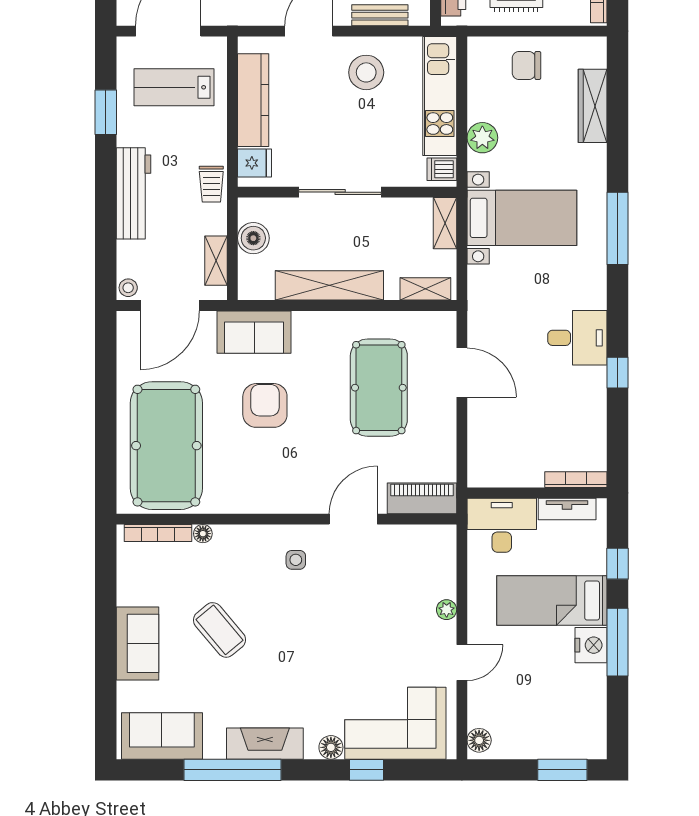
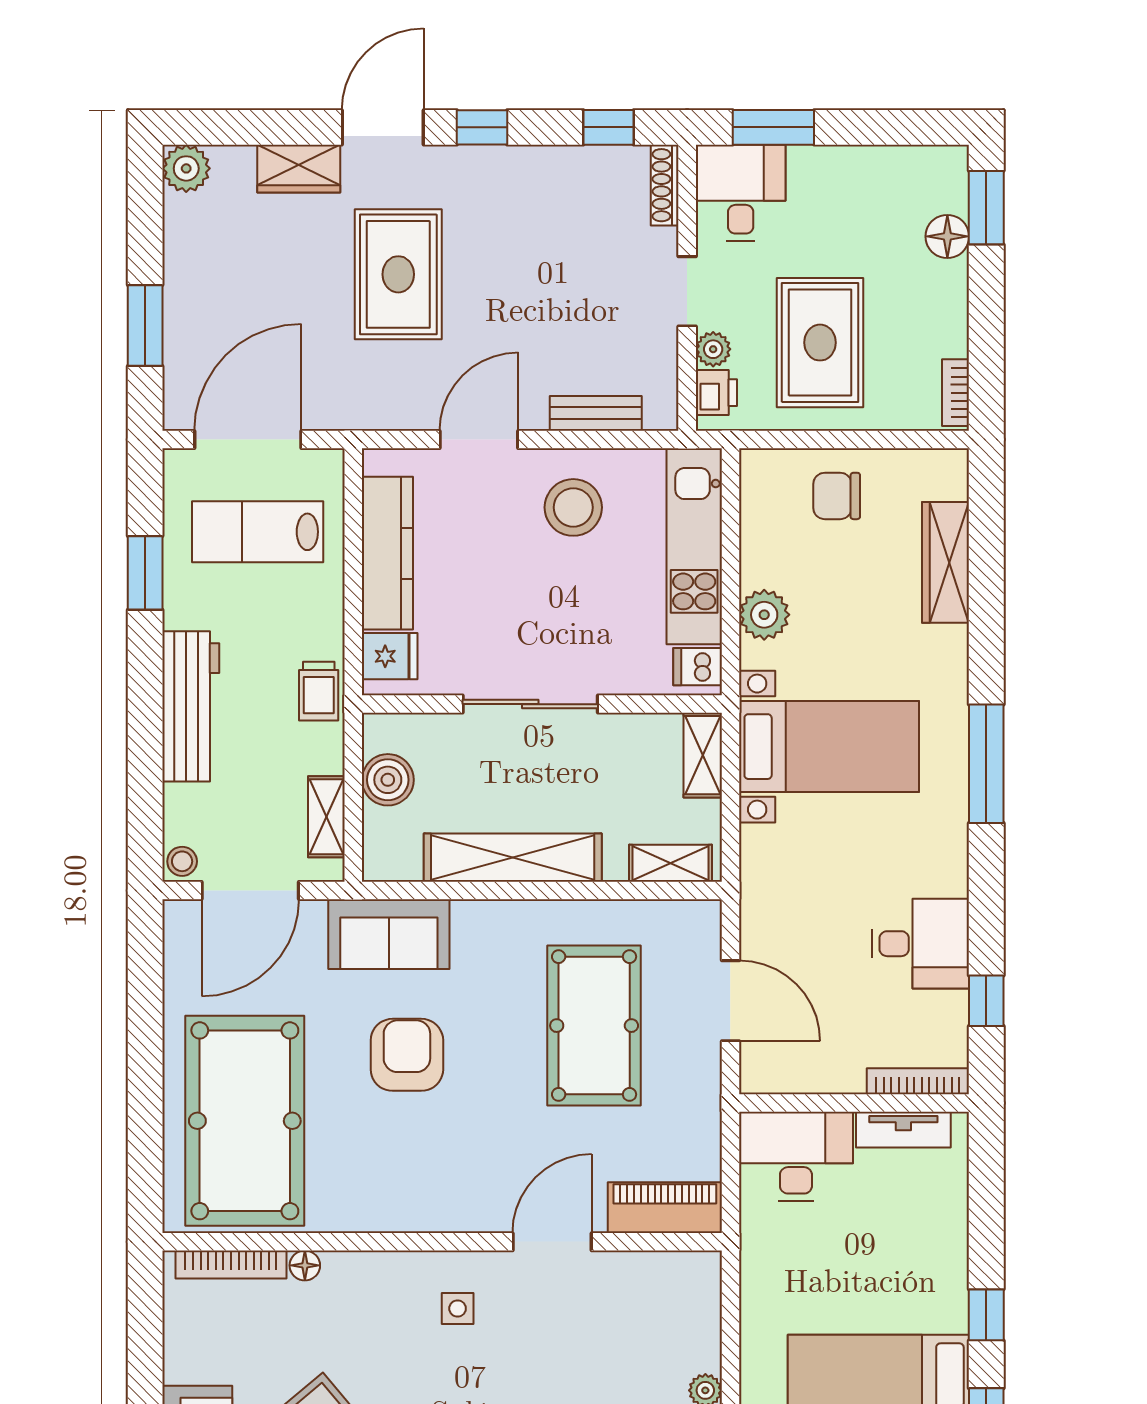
bookcase: (576, 480) -> (918, 1081), moved
wall: (537, 493) -> (854, 1103), moved
tv unit: (567, 509) -> (903, 1130), moved
desk: (502, 525) -> (796, 1156), moved

